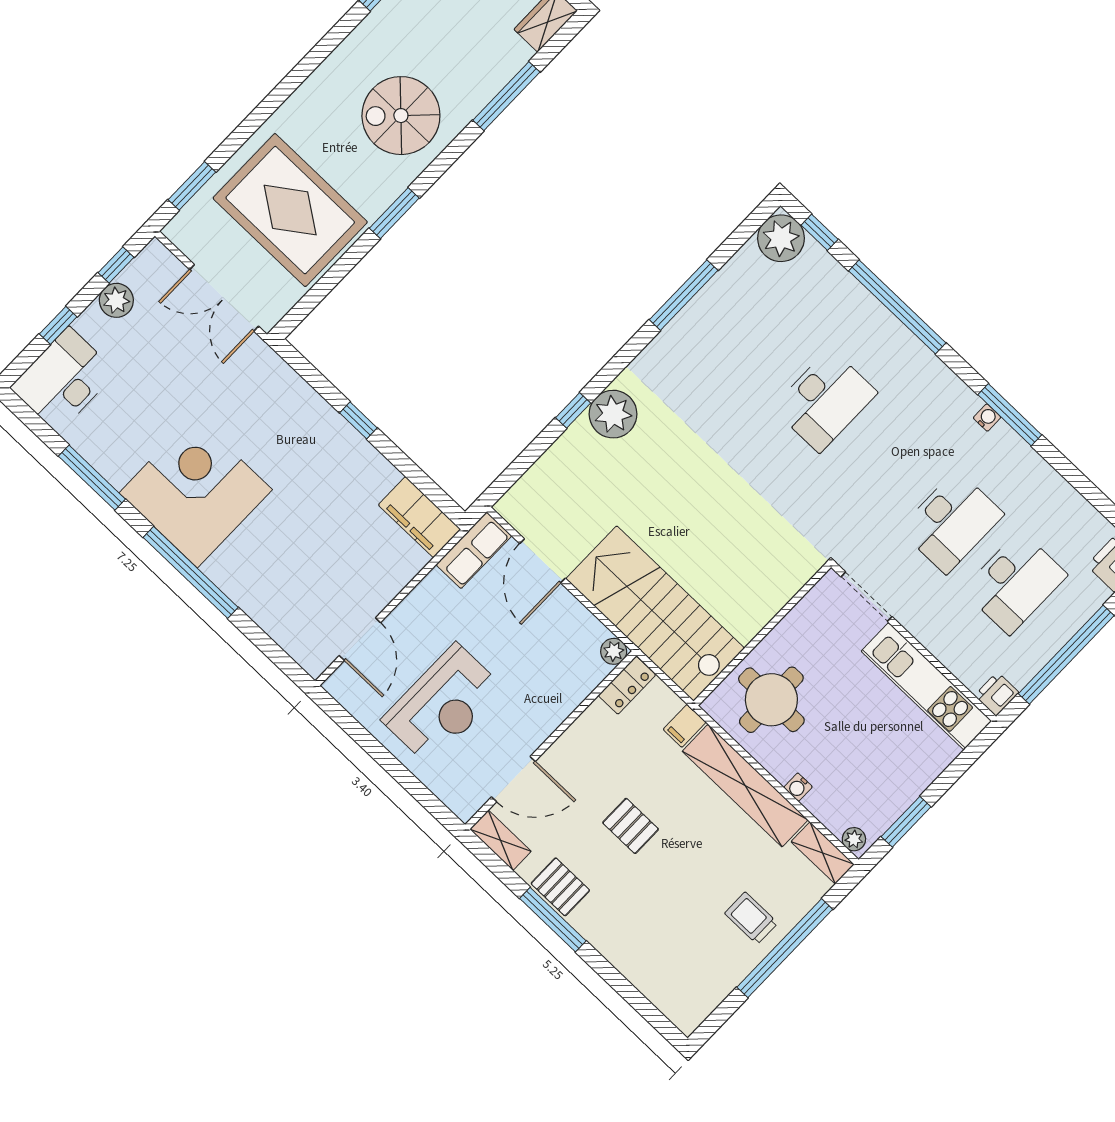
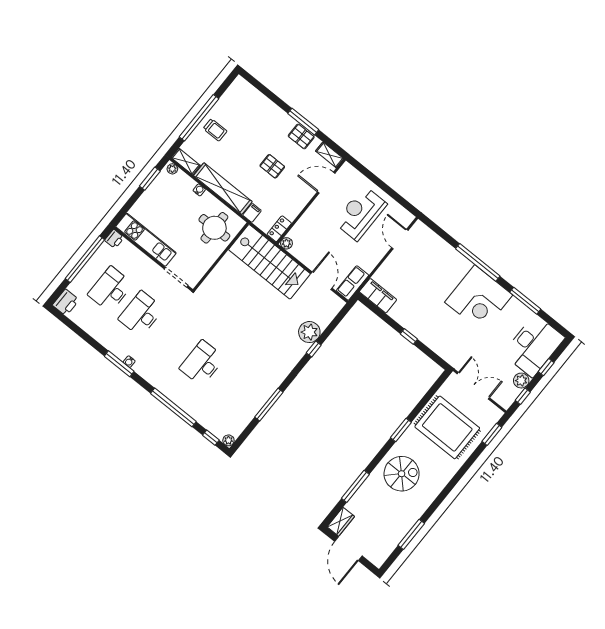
plant: (781, 238) -> (228, 440), width x0.53, depth x0.53
desk: (63, 380) -> (534, 346), width x1.36, depth x1.30
plant: (613, 414) -> (309, 332), moved

